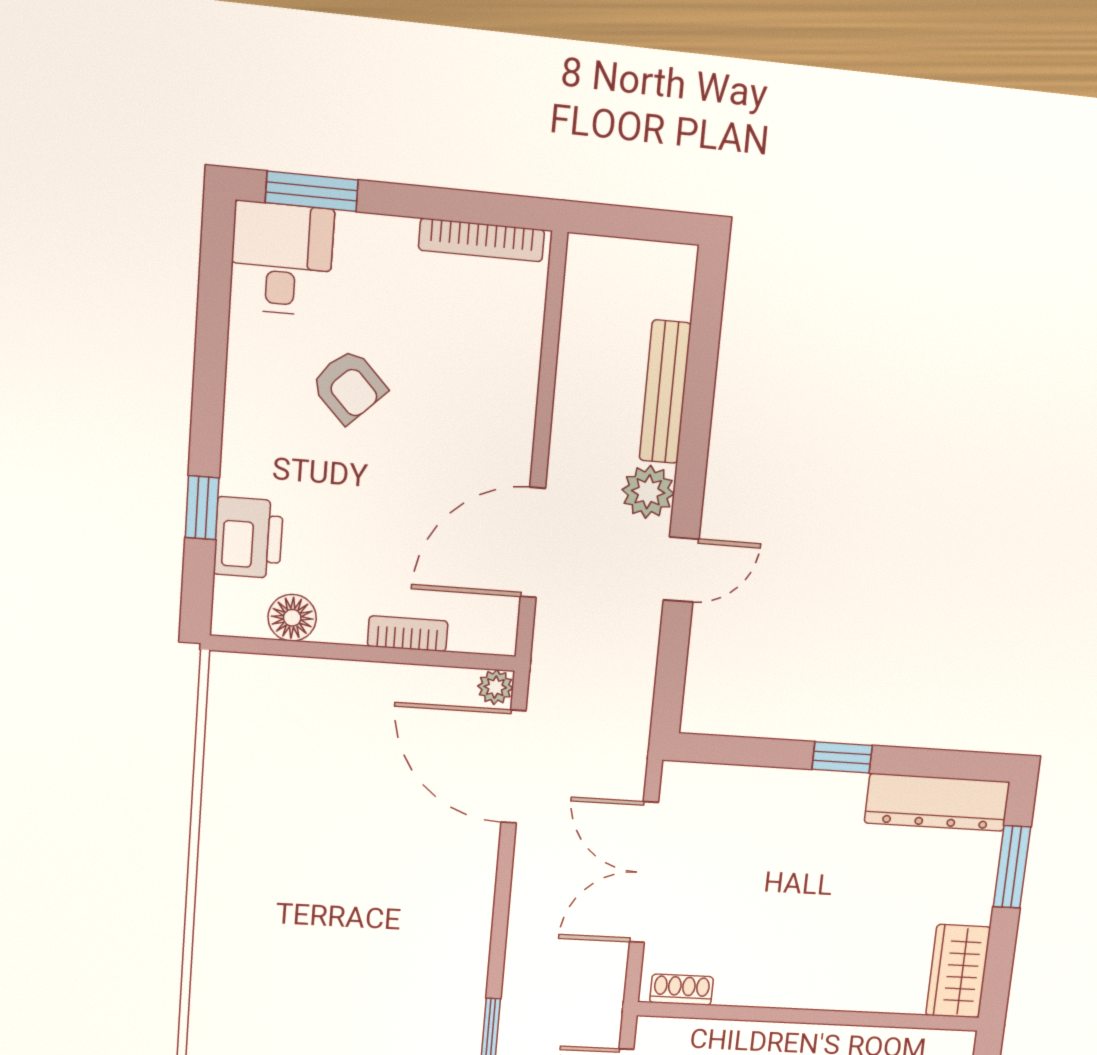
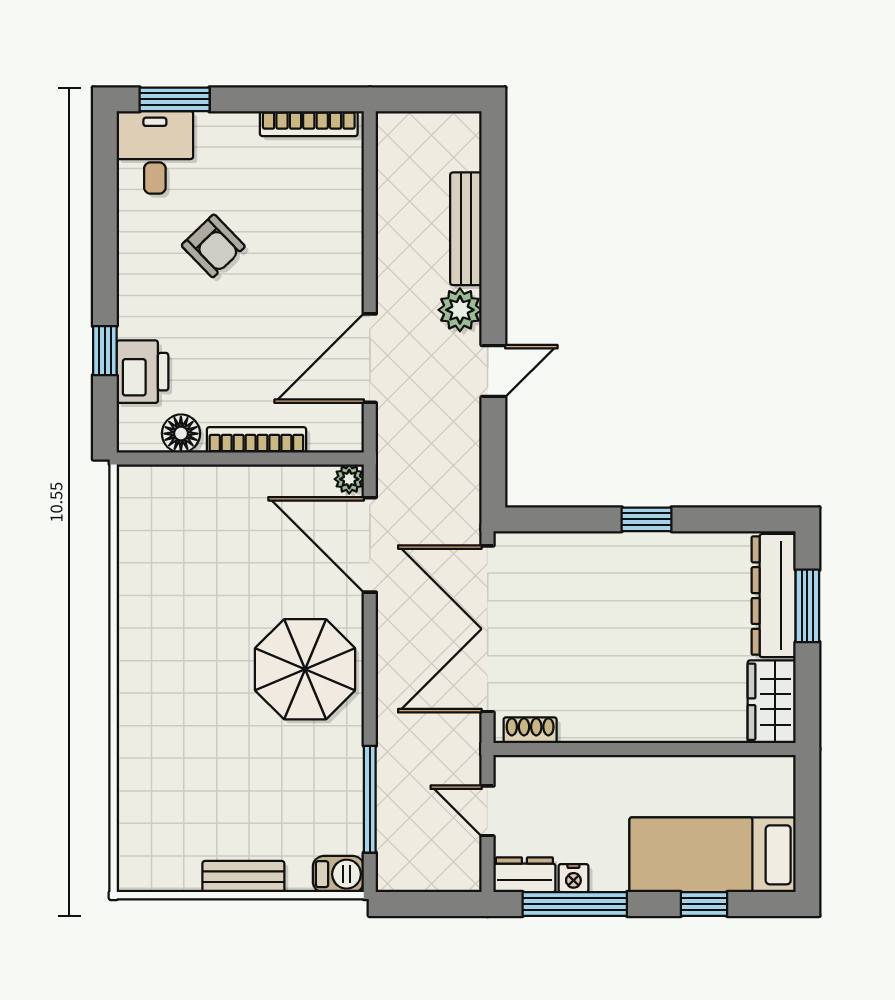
bookcase: (408, 634) -> (256, 440), width x1.56
dresser: (937, 802) -> (774, 596), moved, turned 90
double door: (644, 872) -> (488, 629), width x1.36
parasol: (424, 907) -> (305, 669), added

